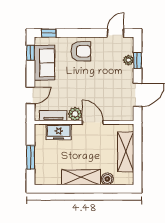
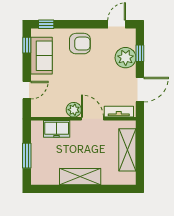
plant: (128, 60) -> (126, 58), width x1.87, depth x1.87
tv unit: (53, 116) -> (119, 112), moved
boiler: (107, 179) -> (108, 179), removed

